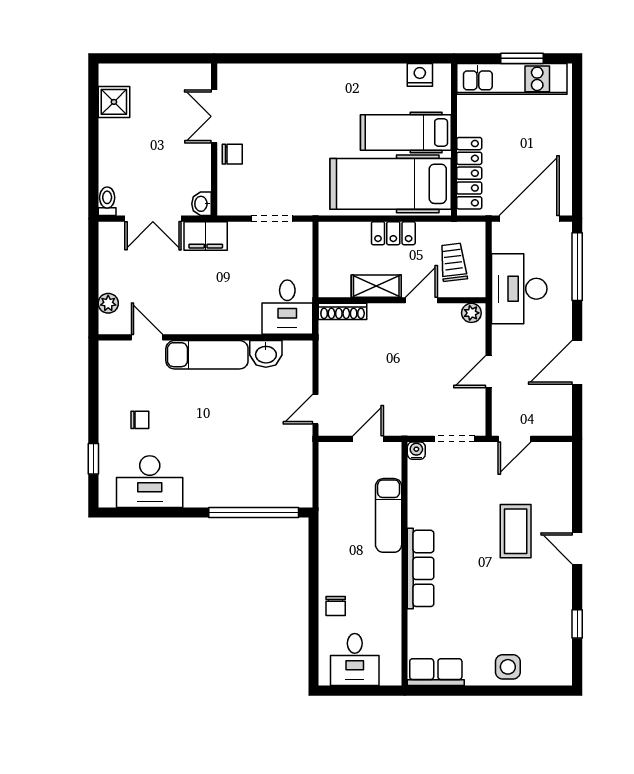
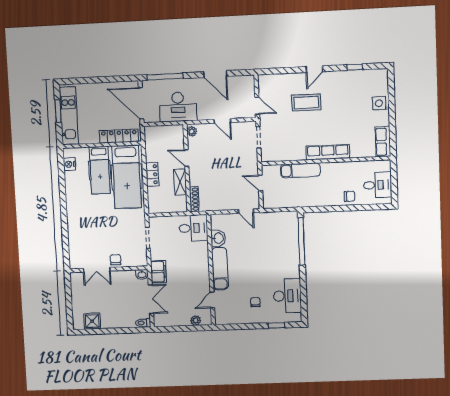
trolley: (453, 262) -> (166, 142), removed
water cooler: (416, 451) -> (266, 157), removed

